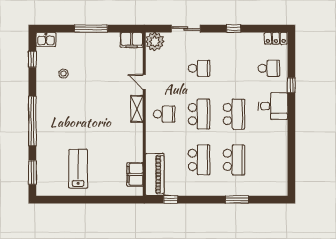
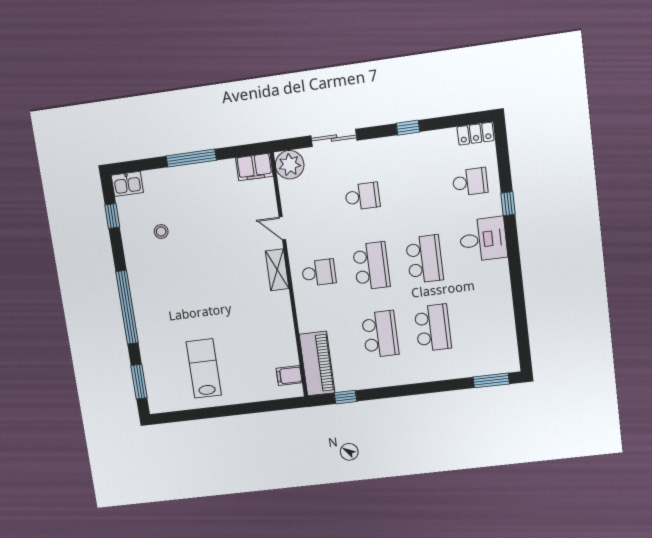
filing cabinet: (135, 174) -> (289, 376), width x0.50
window: (237, 200) -> (491, 380), moved

